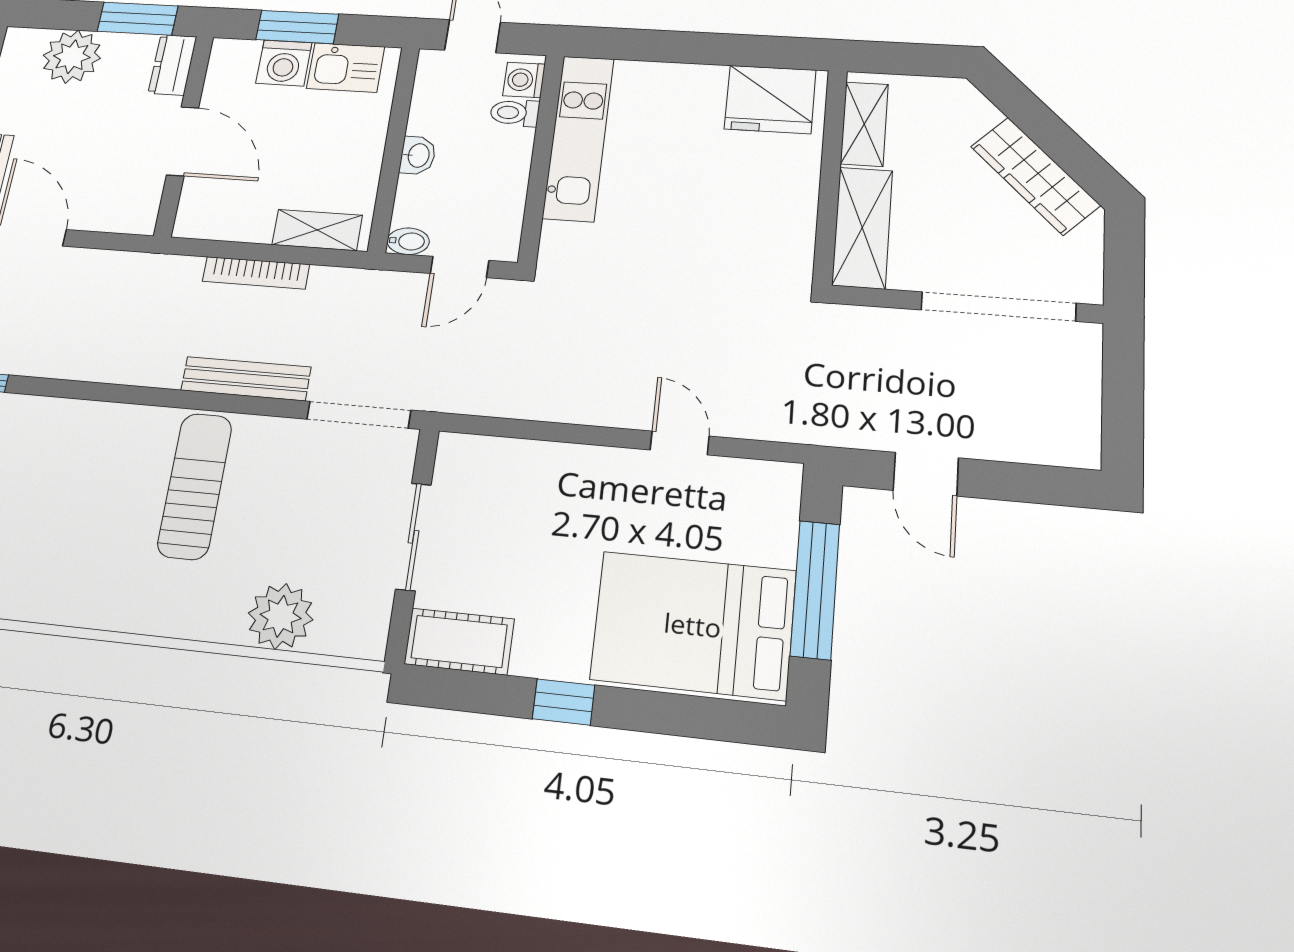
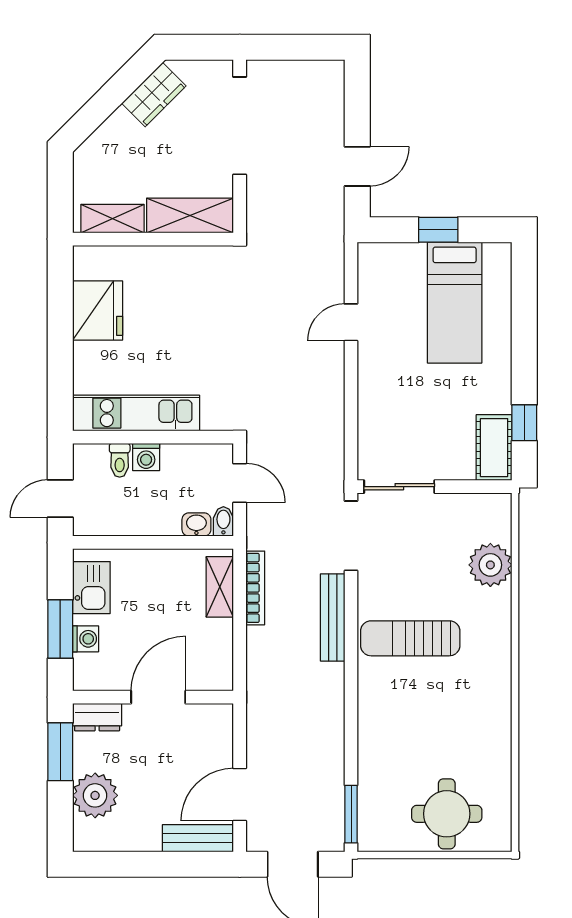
washing machine: (284, 63) -> (86, 639), width x0.73, depth x0.73
washing machine: (524, 80) -> (146, 457), moved
fridge: (770, 99) -> (98, 311), moved
washbasin: (418, 155) -> (196, 524), moved
wardrobe: (1035, 176) -> (154, 95), width x0.67
bookcase: (256, 273) -> (255, 588), moved
sliding door: (413, 537) -> (399, 487), moved
window: (815, 590) -> (438, 230), width x0.46
bed: (693, 625) -> (455, 303), width x0.67
window: (564, 702) -> (524, 423), moved

